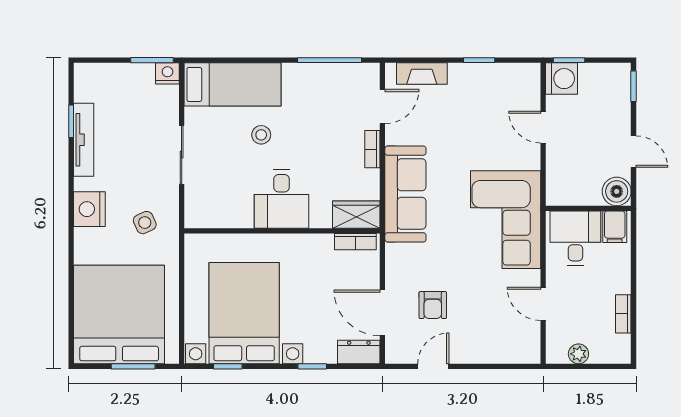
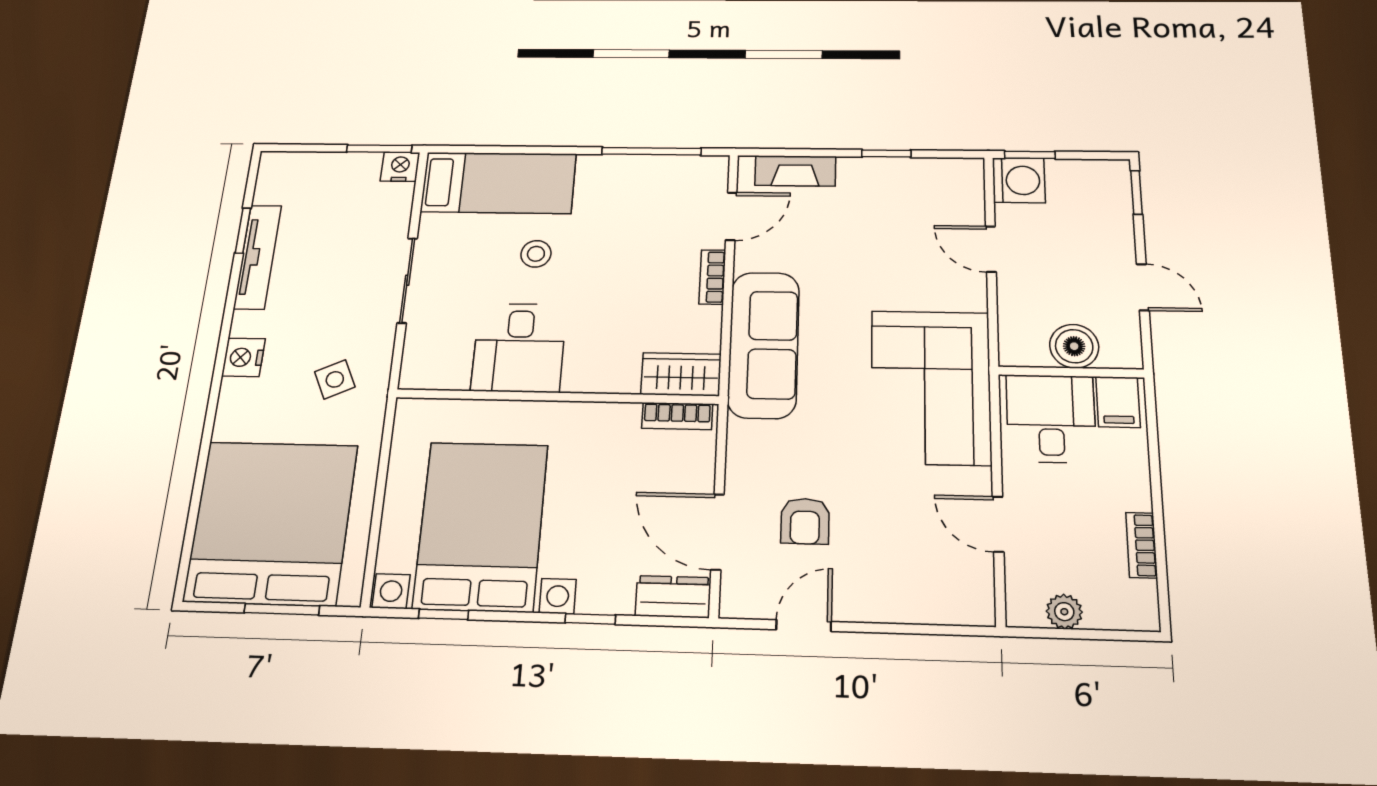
boiler: (617, 191) -> (1074, 346), moved
desk: (282, 199) -> (519, 348), moved
nightstand: (89, 209) -> (243, 357), width x0.74, depth x0.75

